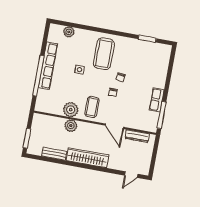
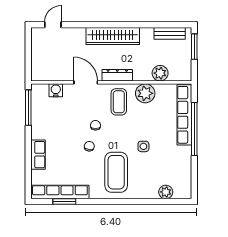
row of seats: (149, 47) -> (60, 192), added
row of seats: (48, 66) -> (184, 115), moved
row of seats: (157, 100) -> (38, 155), moved
water cooler: (138, 124) -> (56, 90), added
plant: (71, 126) -> (160, 73), moved
dresser: (137, 136) -> (117, 75), moved
bench: (54, 154) -> (170, 33), moved

